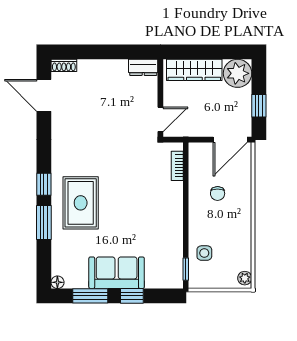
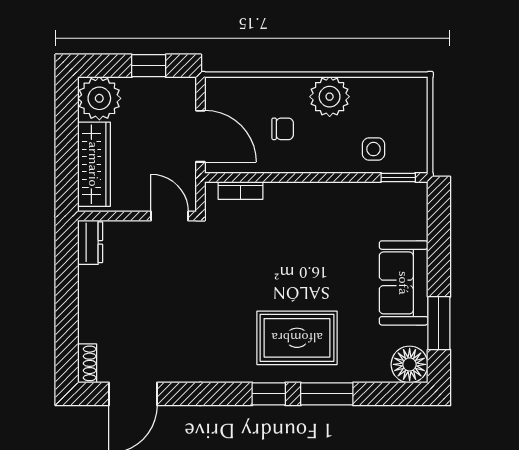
door: (230, 140) -> (200, 136), moved
plant: (245, 278) -> (330, 97), moved, width x1.87, depth x1.87
floor lamp: (57, 282) -> (410, 364), width x1.89, depth x1.89
window: (132, 296) -> (439, 260), removed

